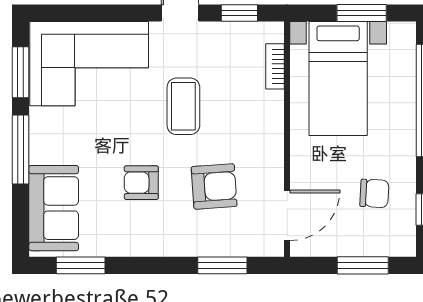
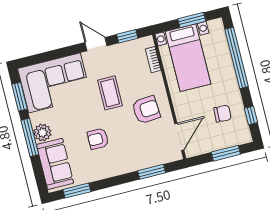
plant: (45, 147) -> (42, 133), added
armchair: (214, 186) -> (146, 110), moved

